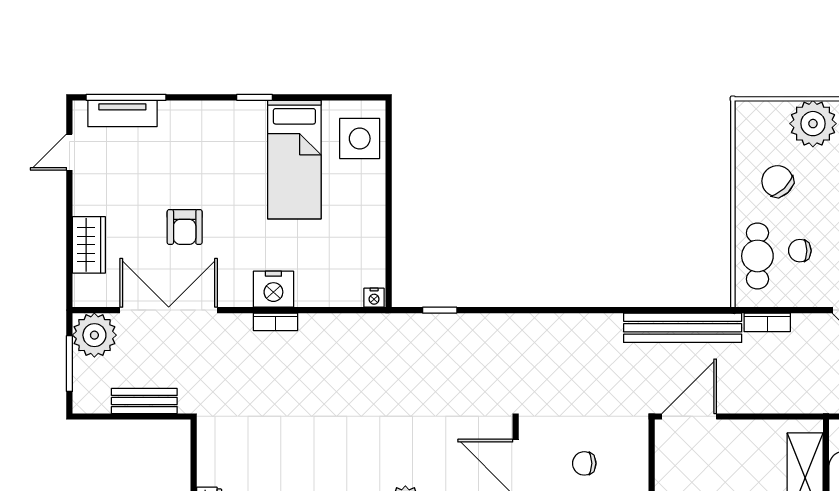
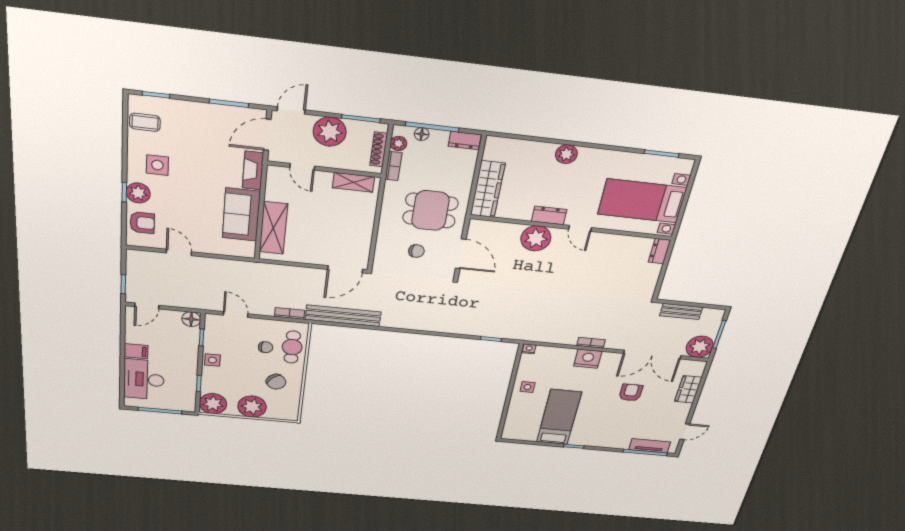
side table: (360, 139) -> (528, 387), moved, width x0.54, depth x0.54

